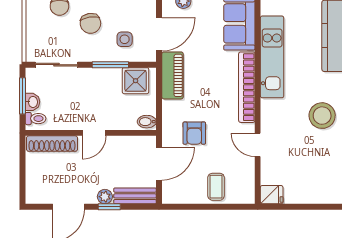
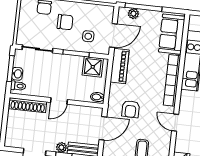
chair: (90, 23) -> (65, 22), turned -81

